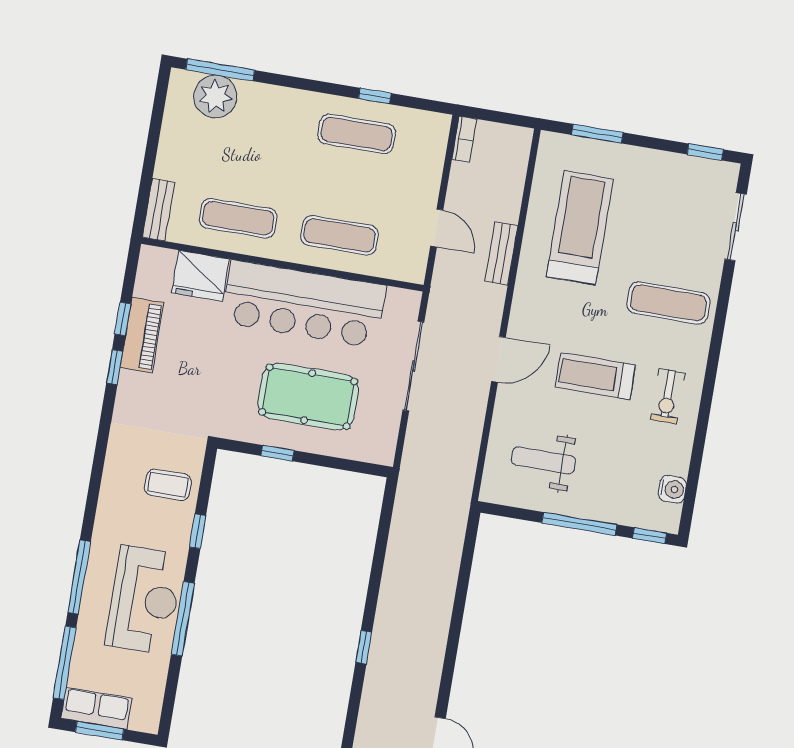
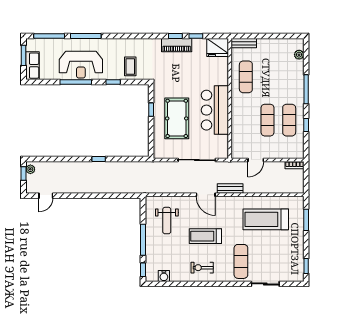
window: (220, 70) -> (306, 89), moved
plant: (215, 96) -> (299, 55), width x0.53, depth x0.53
sliding door: (736, 227) -> (265, 284), moved
treadmill: (580, 228) -> (266, 219), turned 180
exercise mat: (339, 235) -> (267, 120), moved
bench: (501, 253) -> (230, 189), moved
fridge: (200, 276) -> (218, 47), moved, turned -90
bar counter: (304, 304) -> (215, 110), width x0.73
piano: (142, 335) -> (177, 45), moved
treadmill: (595, 376) -> (205, 236), turned -90
weight bench: (543, 460) -> (167, 221), turned 180
window: (364, 647) -> (99, 159), moved
row of seats: (96, 708) -> (33, 66), moved

